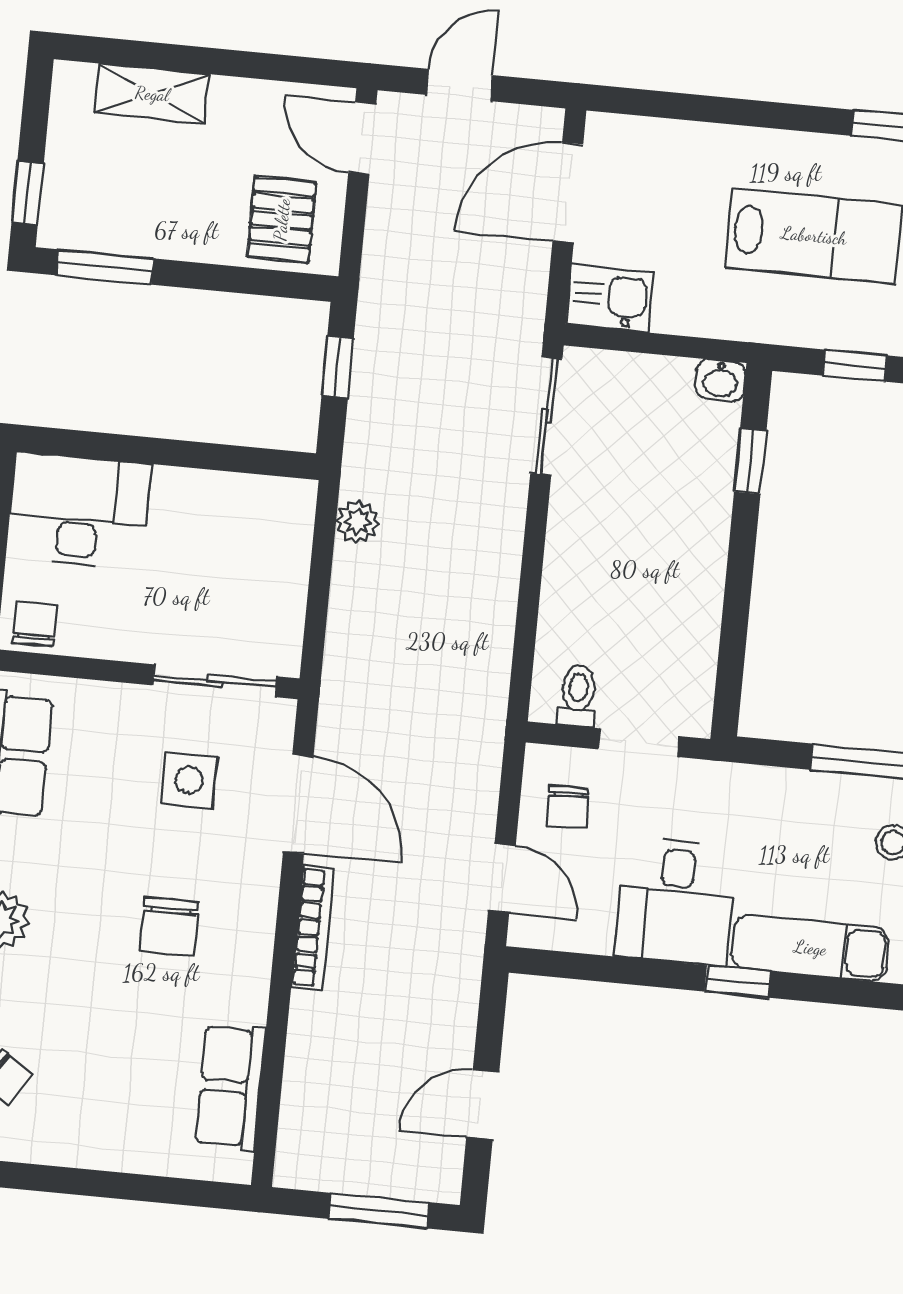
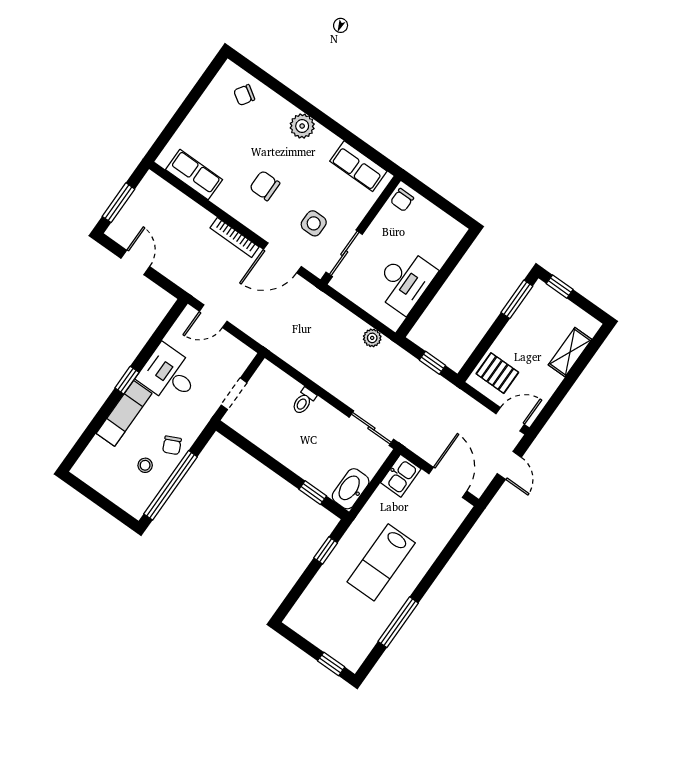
washbasin: (720, 380) -> (351, 489), width x1.91, depth x1.45
desk: (79, 511) -> (404, 281), moved
chair: (35, 624) -> (402, 200), turned 90
toilet: (578, 696) -> (304, 401), moved, turned 90
chair: (568, 807) -> (172, 445), moved, turned -113

